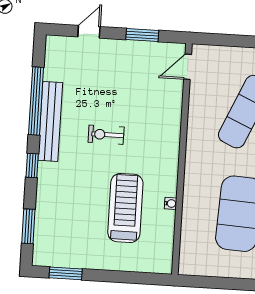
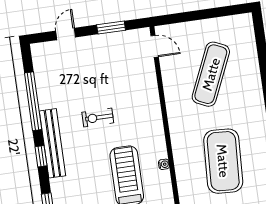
door: (188, 67) -> (155, 46), swing flipped
bench: (50, 121) -> (52, 143), moved

